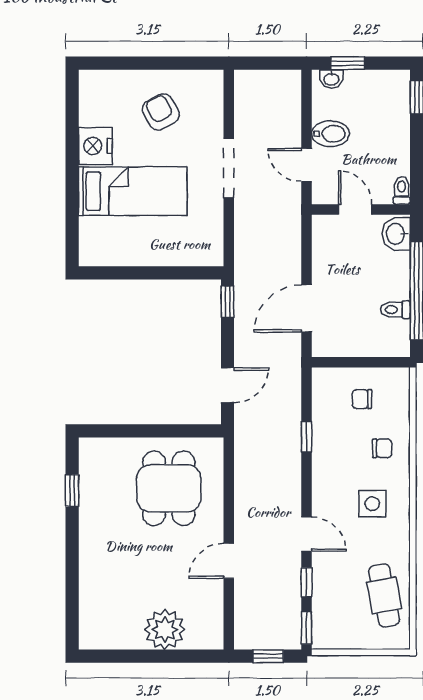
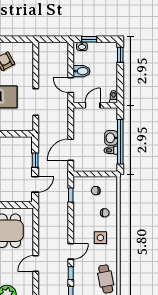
doorway: (229, 168) -> (36, 102), moved
door: (355, 209) -> (93, 105), hinge flipped
washbasin: (396, 234) -> (111, 138), moved
window: (228, 302) -> (35, 160), moved
window: (307, 437) -> (71, 195), moved
door: (307, 534) -> (71, 251), hinge flipped

